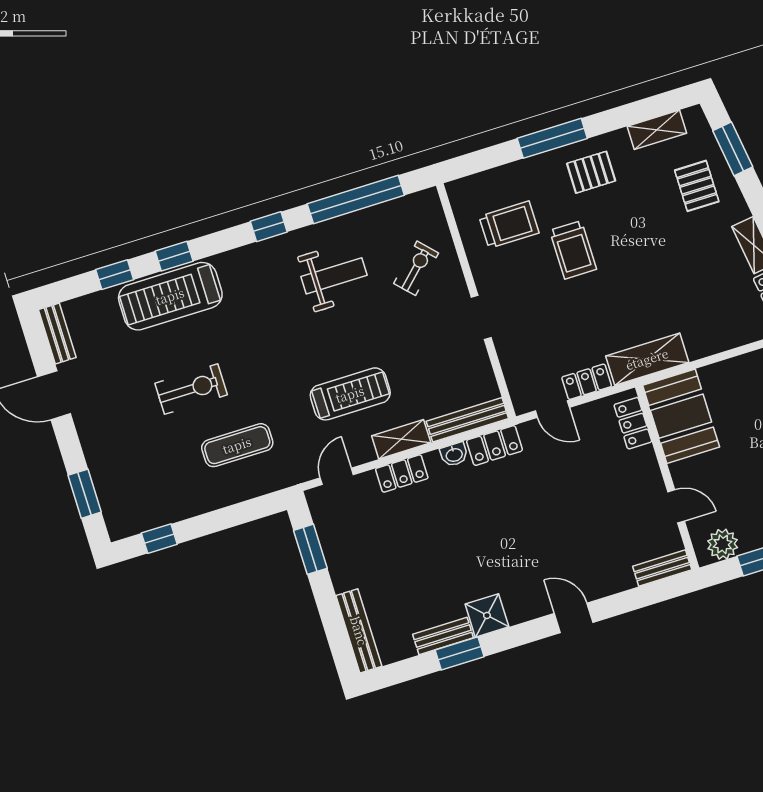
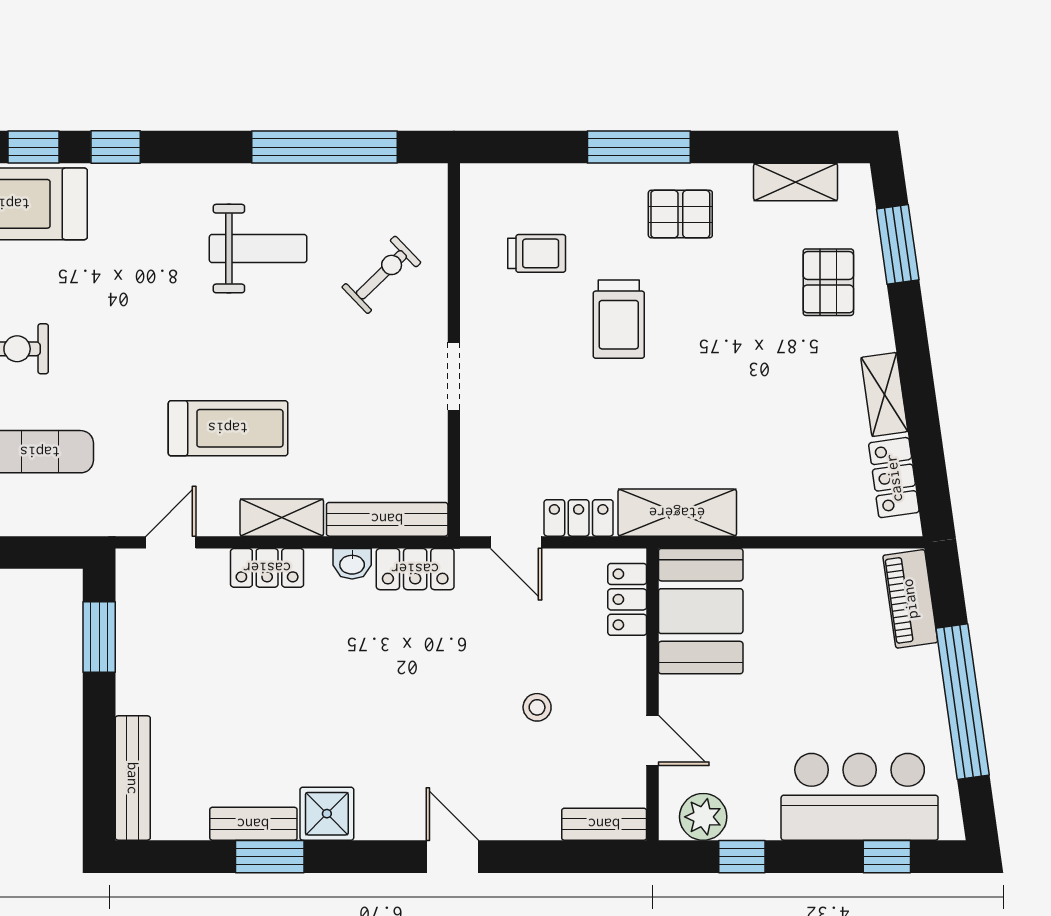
trolley: (509, 225) -> (537, 253), width x0.73, depth x0.72
window: (269, 227) -> (116, 147), moved
stool: (598, 508) -> (537, 707), added

